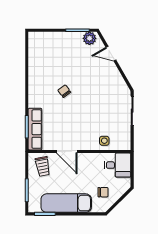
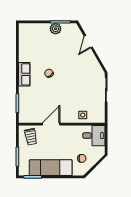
plant: (89, 38) -> (56, 29), moved
door: (111, 54) -> (88, 42), hinge flipped
row of seats: (35, 129) -> (24, 74), moved, width x0.68
door: (67, 151) -> (51, 124), swing flipped

